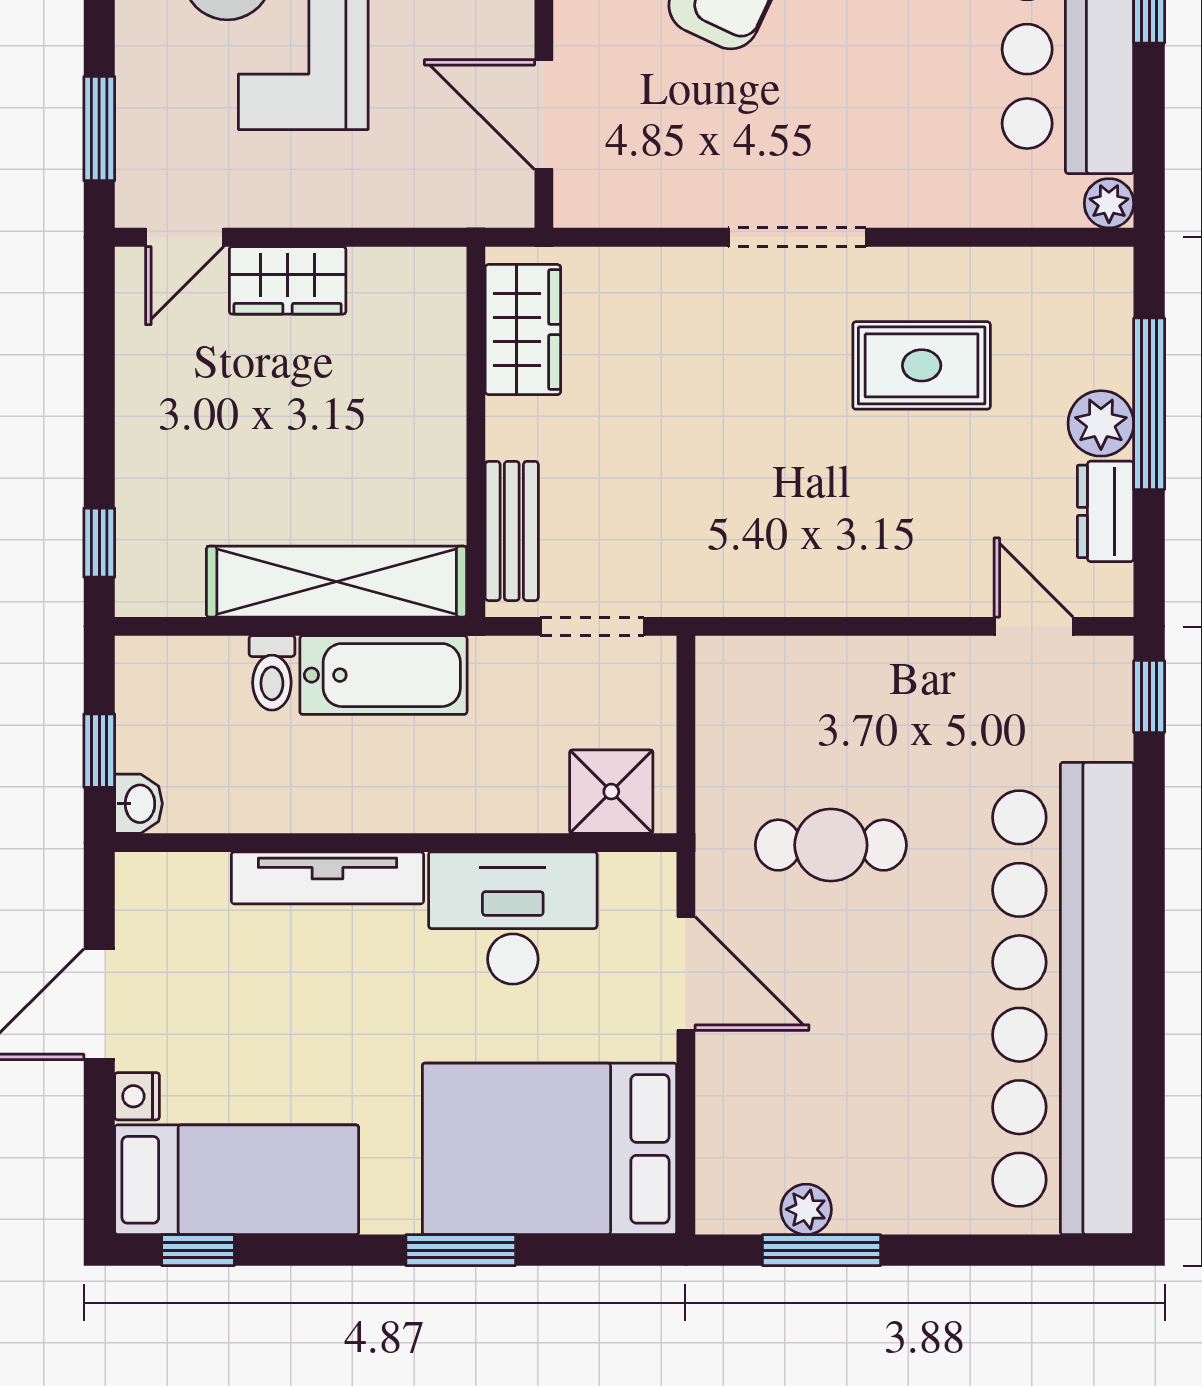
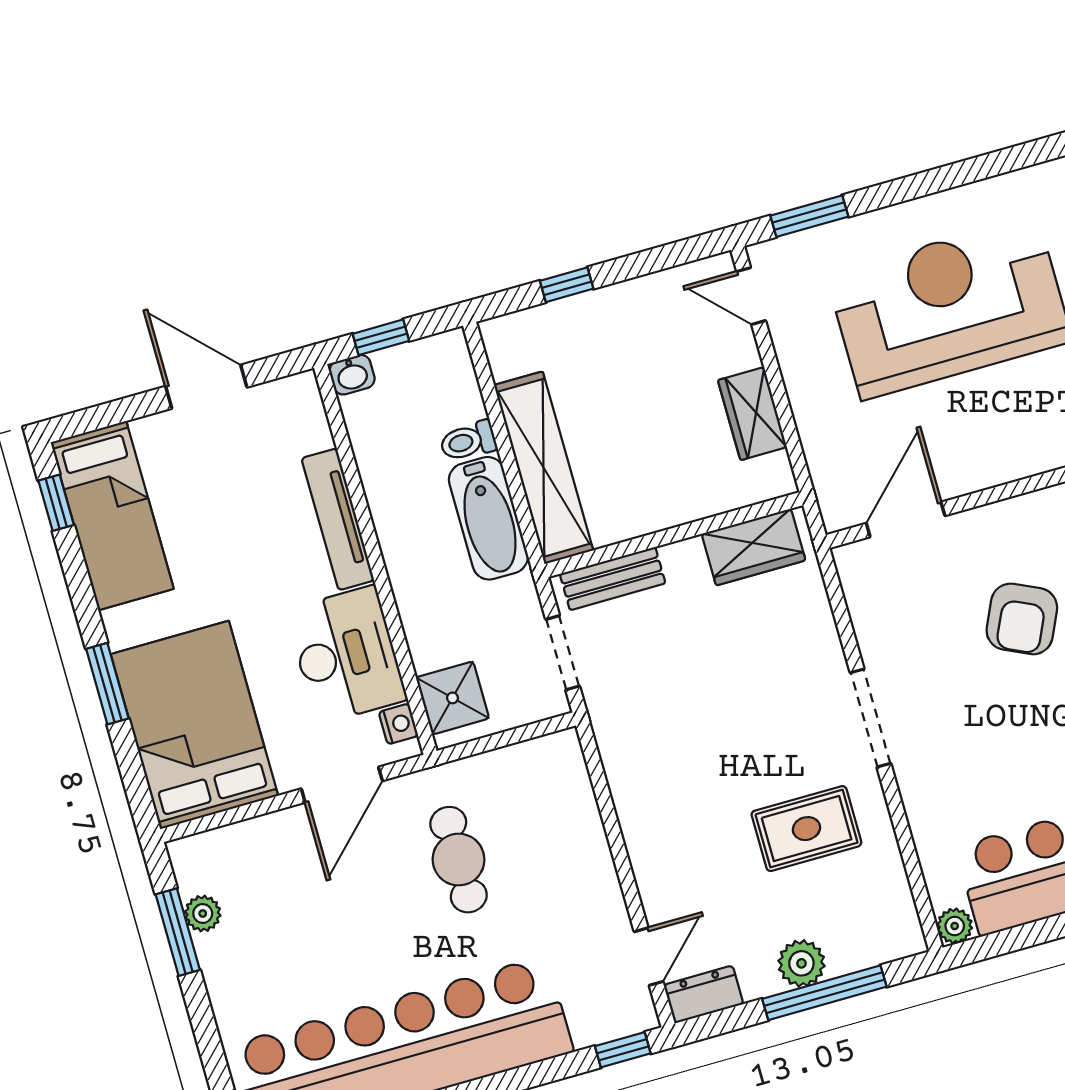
wardrobe: (288, 280) -> (752, 414), moved
rug: (922, 365) -> (806, 829), turned 90
dresser: (1105, 511) -> (704, 994), moved
window: (99, 543) -> (567, 285), moved
nightstand: (137, 1096) -> (398, 724), moved, turned 90

